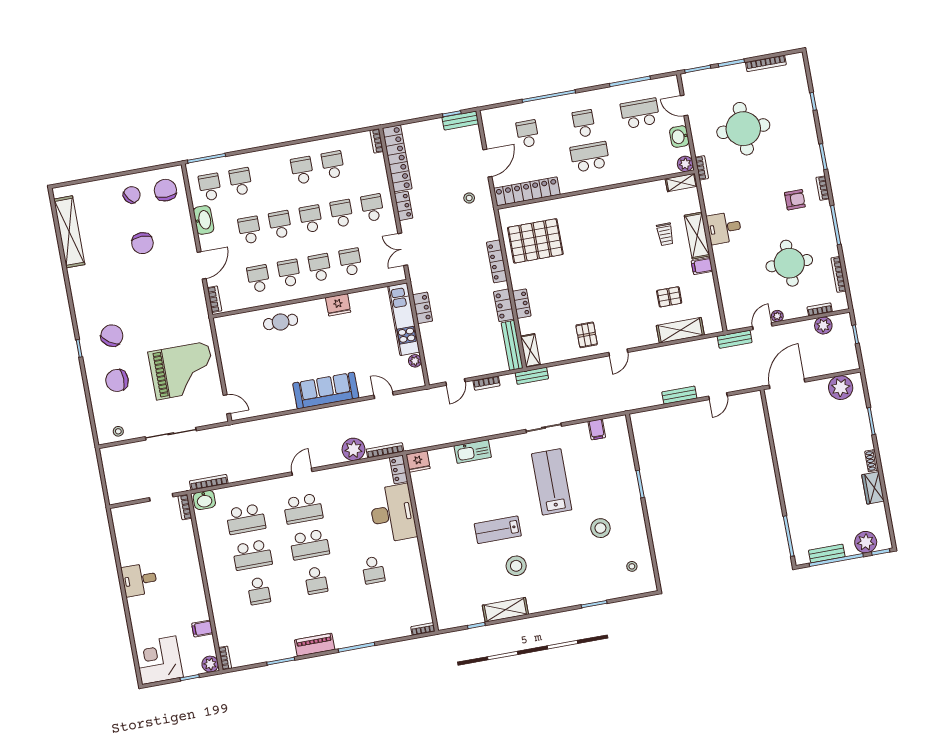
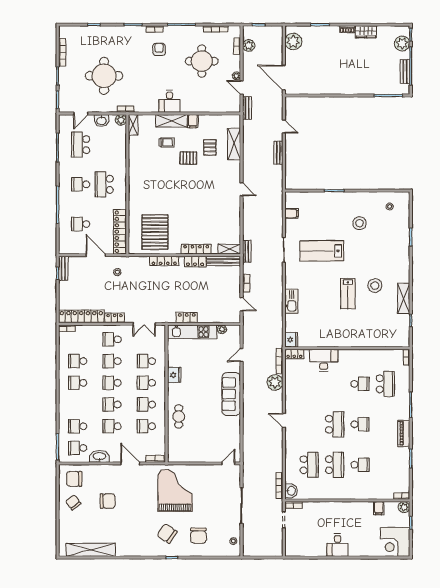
locker: (522, 304) -> (196, 249), width x1.53
pallet: (587, 335) -> (188, 158), moved
grand piano: (182, 371) -> (175, 490), moved
school desk: (303, 509) -> (385, 384), moved
desk: (393, 513) -> (324, 360), width x0.73, depth x0.77

